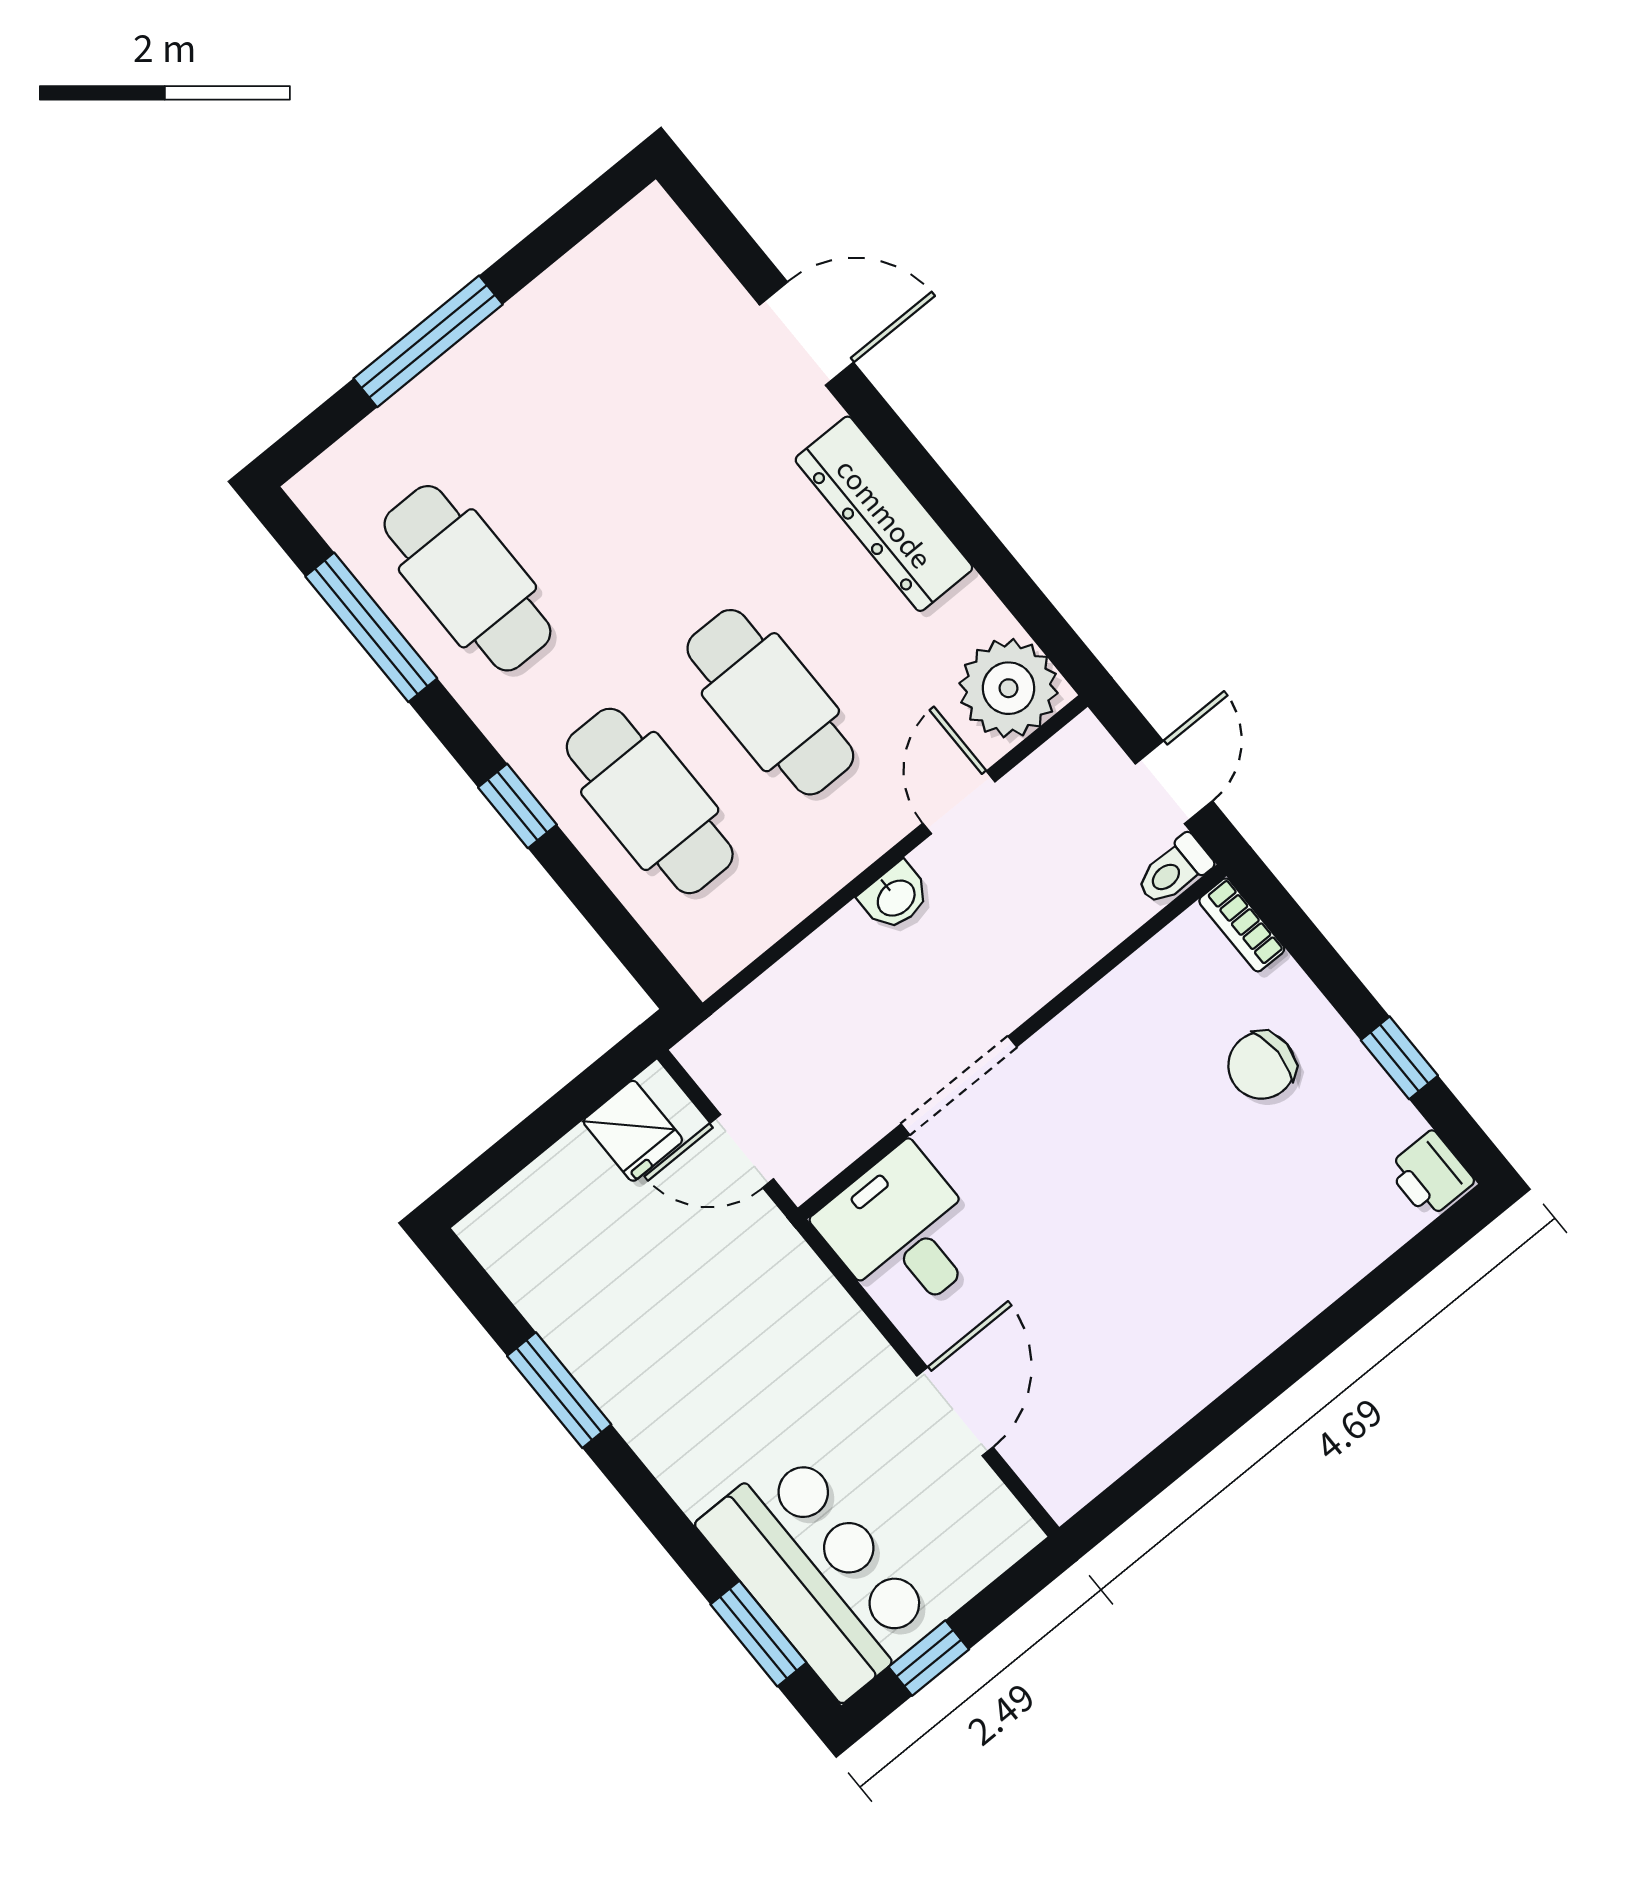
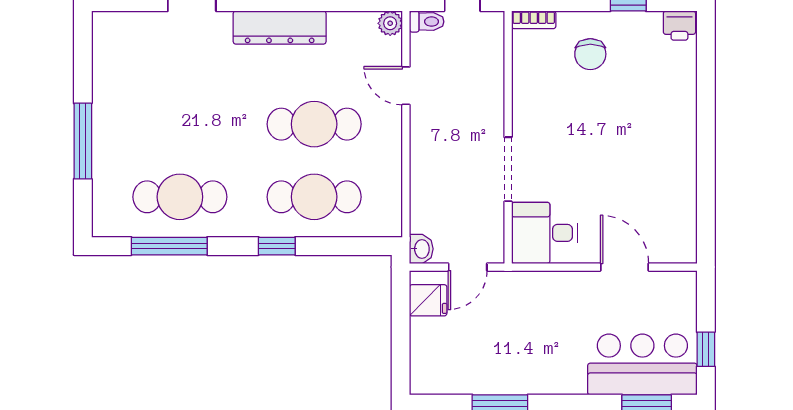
plant: (1009, 688) -> (390, 23), width x0.53, depth x0.53
toilet: (1174, 870) -> (427, 22), moved, turned -90
washbasin: (895, 897) -> (421, 249), moved

